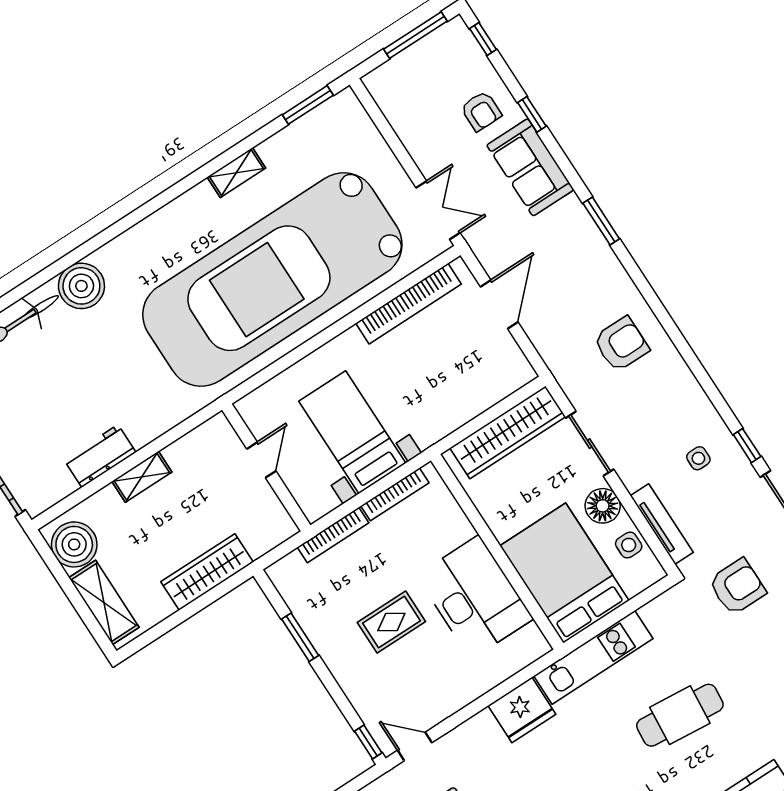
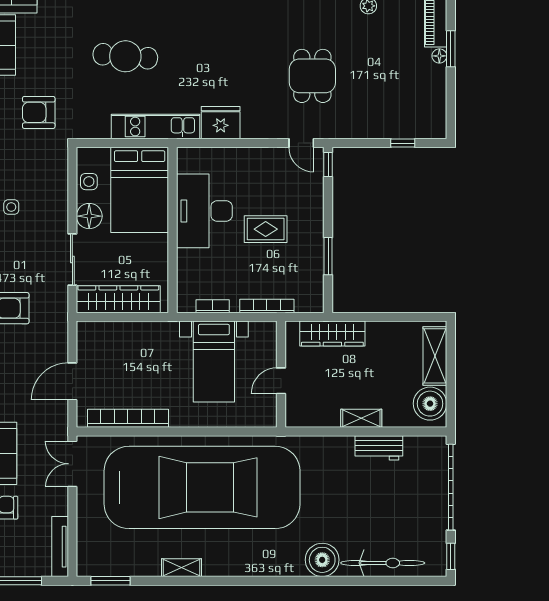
bookcase: (395, 494) -> (213, 306), width x0.64
tv unit: (662, 524) -> (60, 547), moved
wardrobe: (207, 572) -> (332, 334), moved

